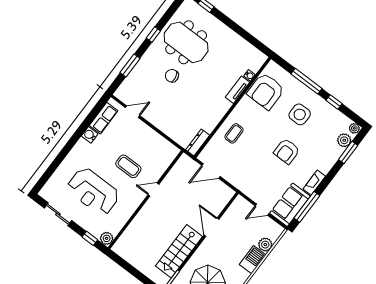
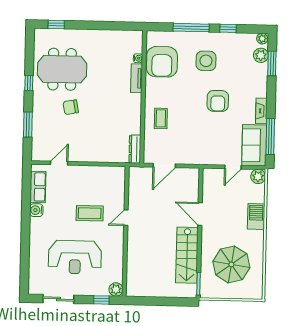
plant: (265, 245) -> (258, 176), moved

